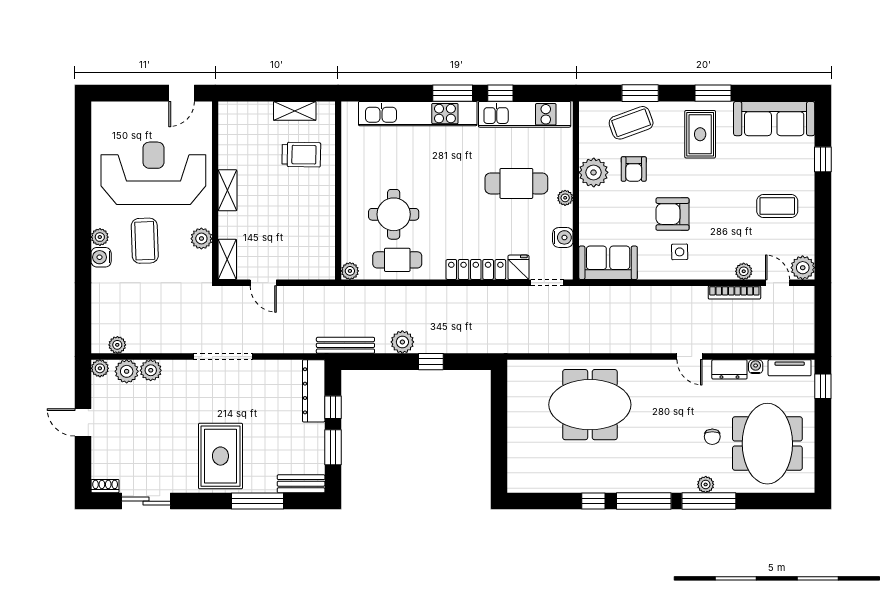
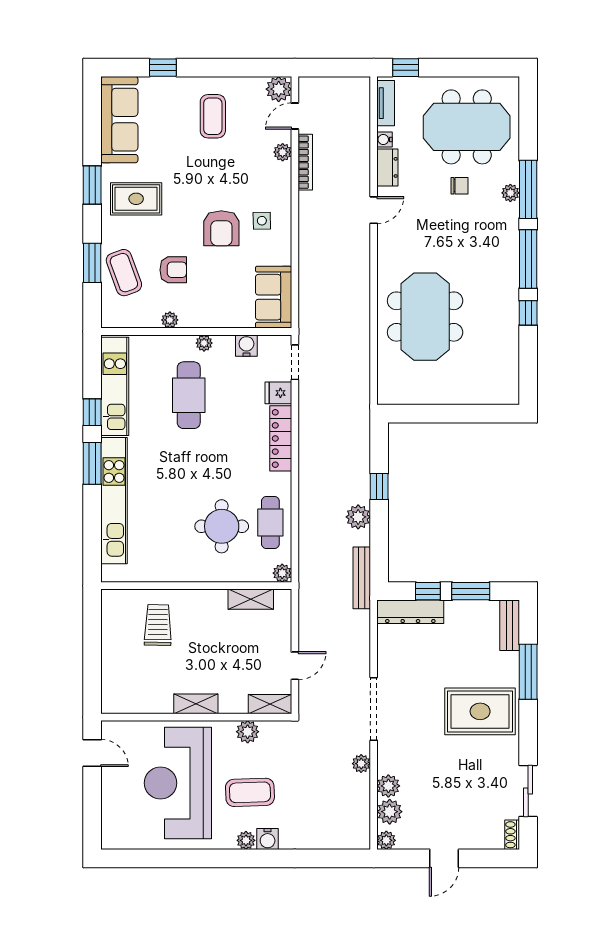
shelving: (295, 111) -> (251, 599), moved, turned 90
plant: (594, 172) -> (170, 320), width x0.53, depth x0.53
plant: (117, 345) -> (361, 764), moved

